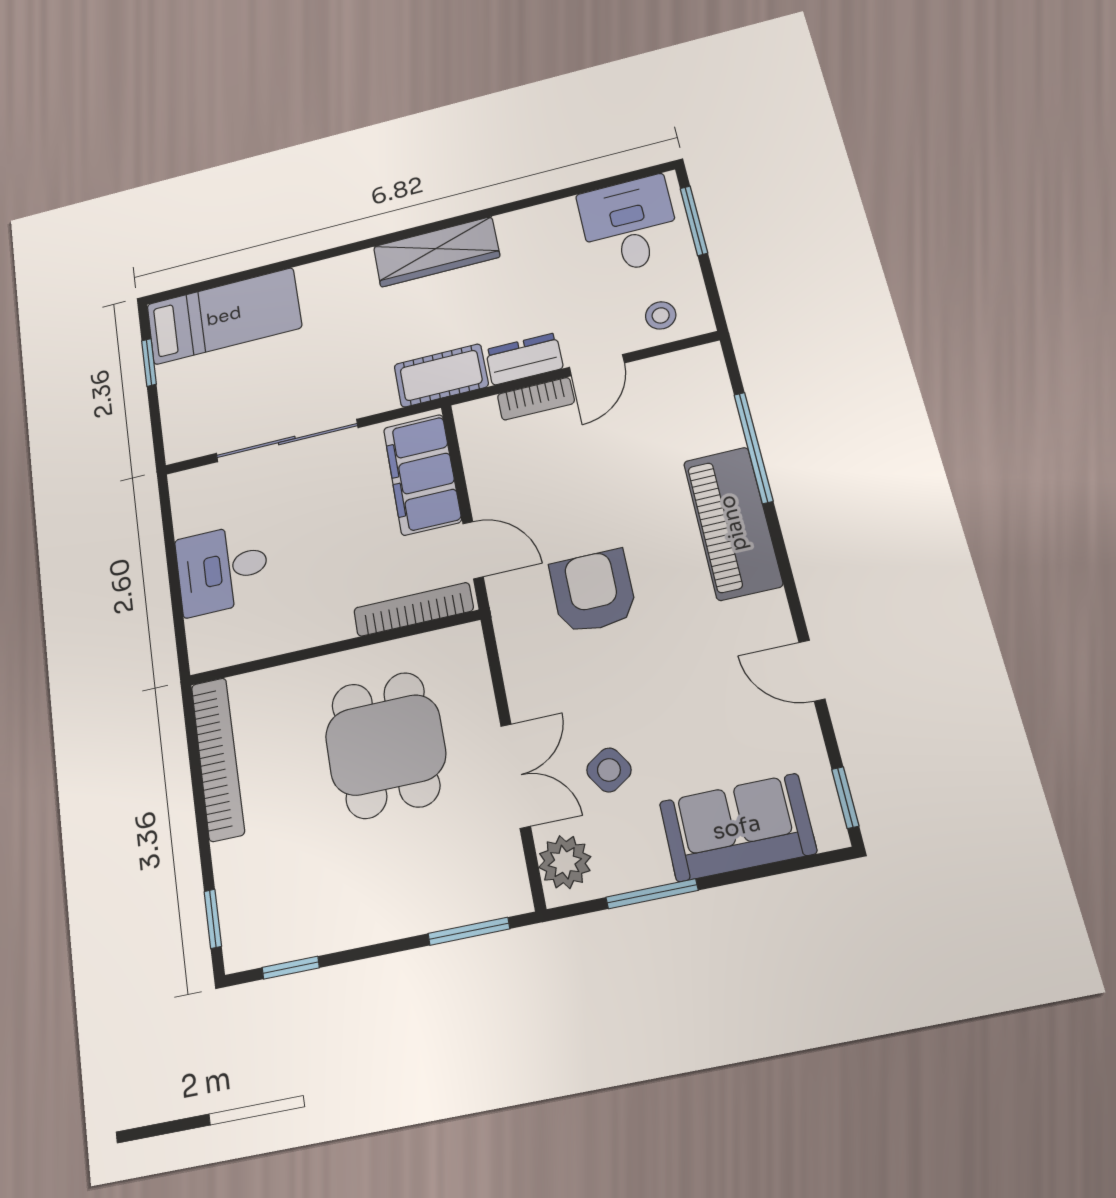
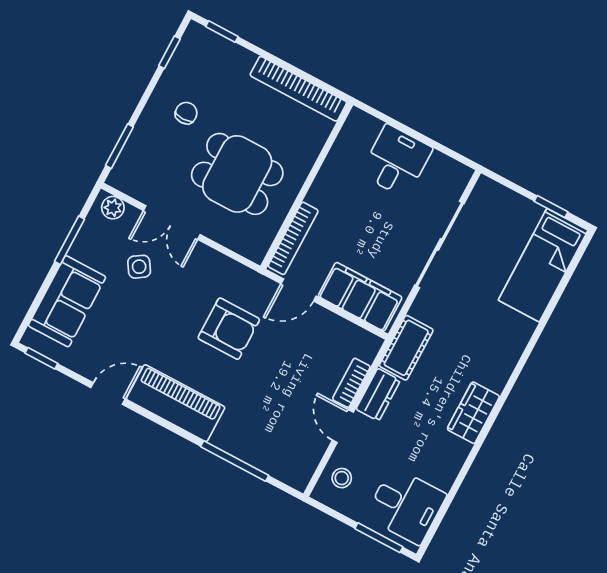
wardrobe: (436, 252) -> (473, 413), width x0.67
piano: (733, 523) -> (176, 403), moved
plant: (565, 862) -> (113, 208), width x0.73, depth x0.73
chair: (356, 877) -> (186, 113), added

